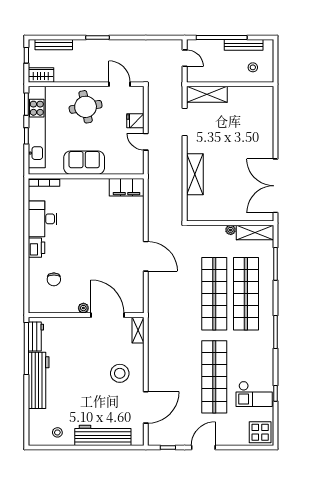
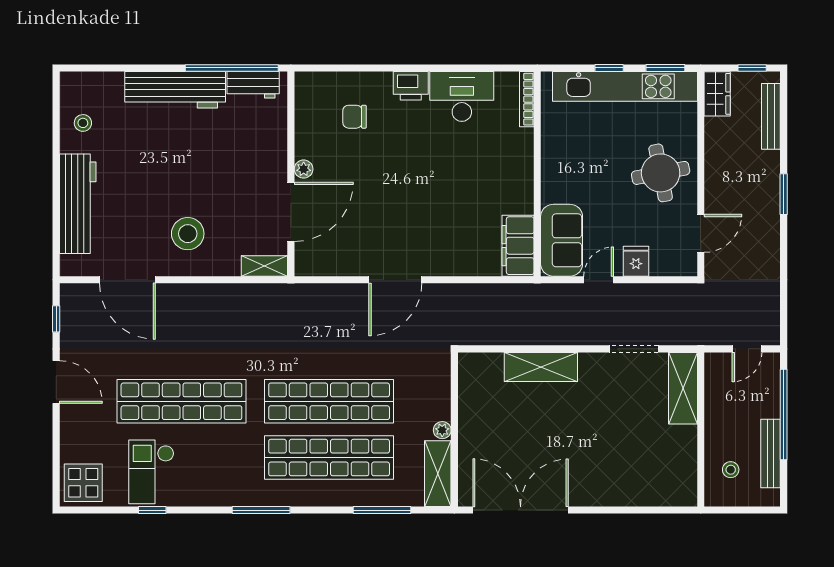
sofa: (84, 163) -> (562, 240), moved

